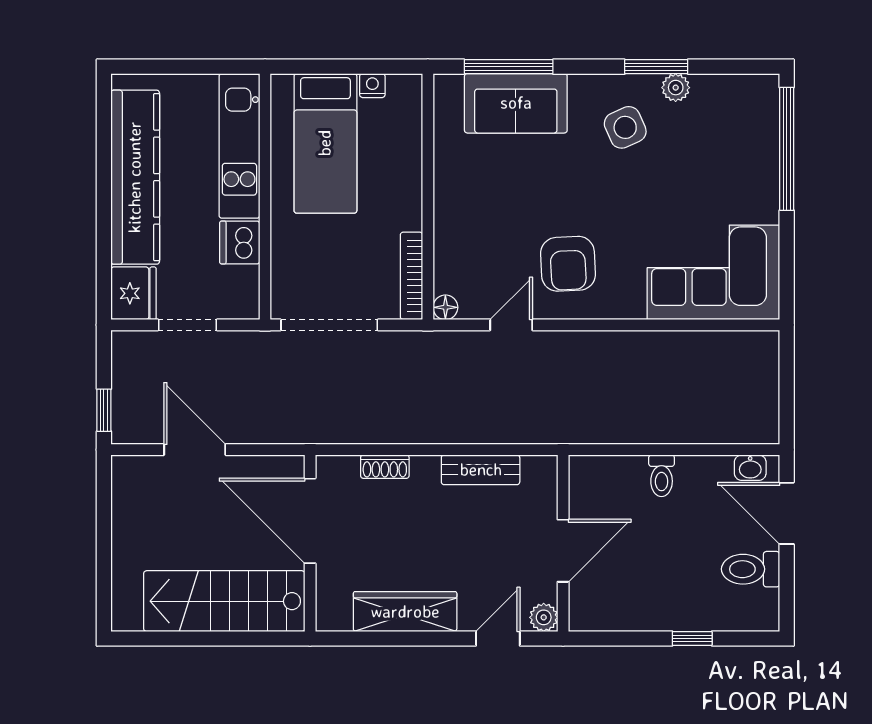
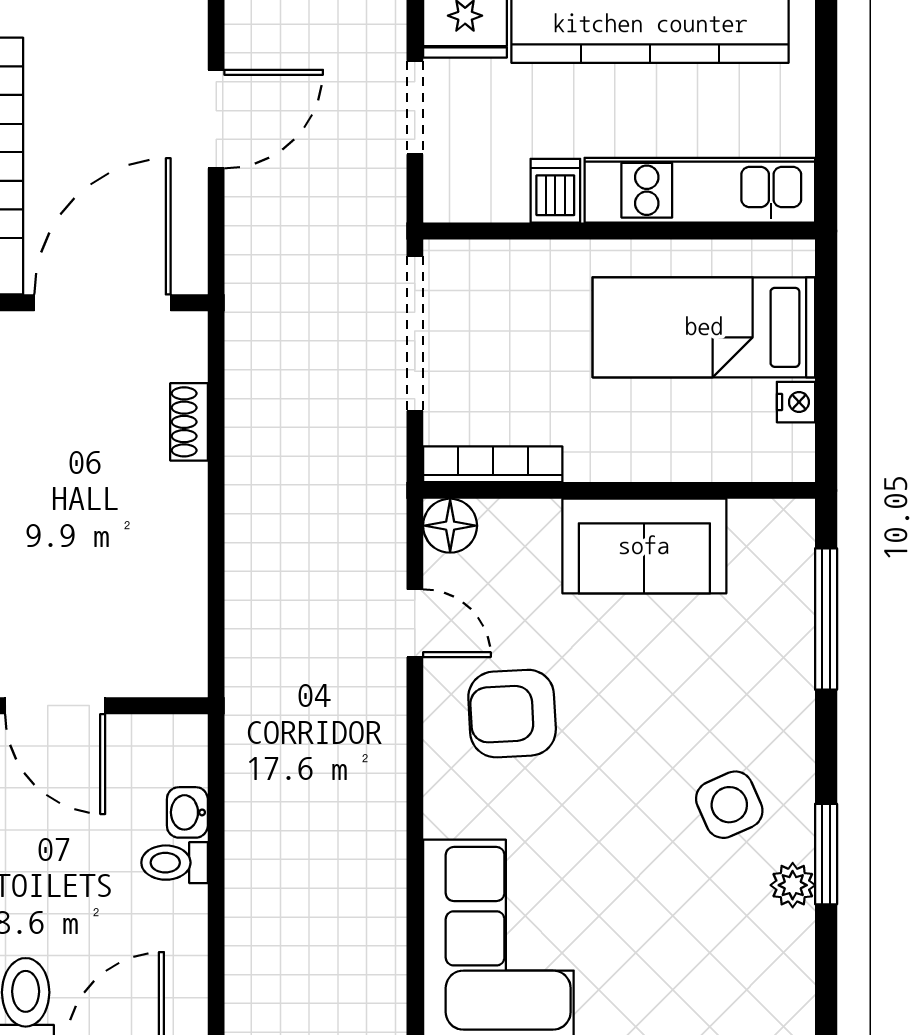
sofa: (516, 103) -> (644, 546), moved, turned -90
dishwasher: (240, 242) -> (555, 191), width x0.73
floor lamp: (445, 307) -> (450, 526), width x1.37, depth x1.37
washbasin: (750, 468) -> (187, 812), moved
bench: (481, 470) -> (184, 574), removed

